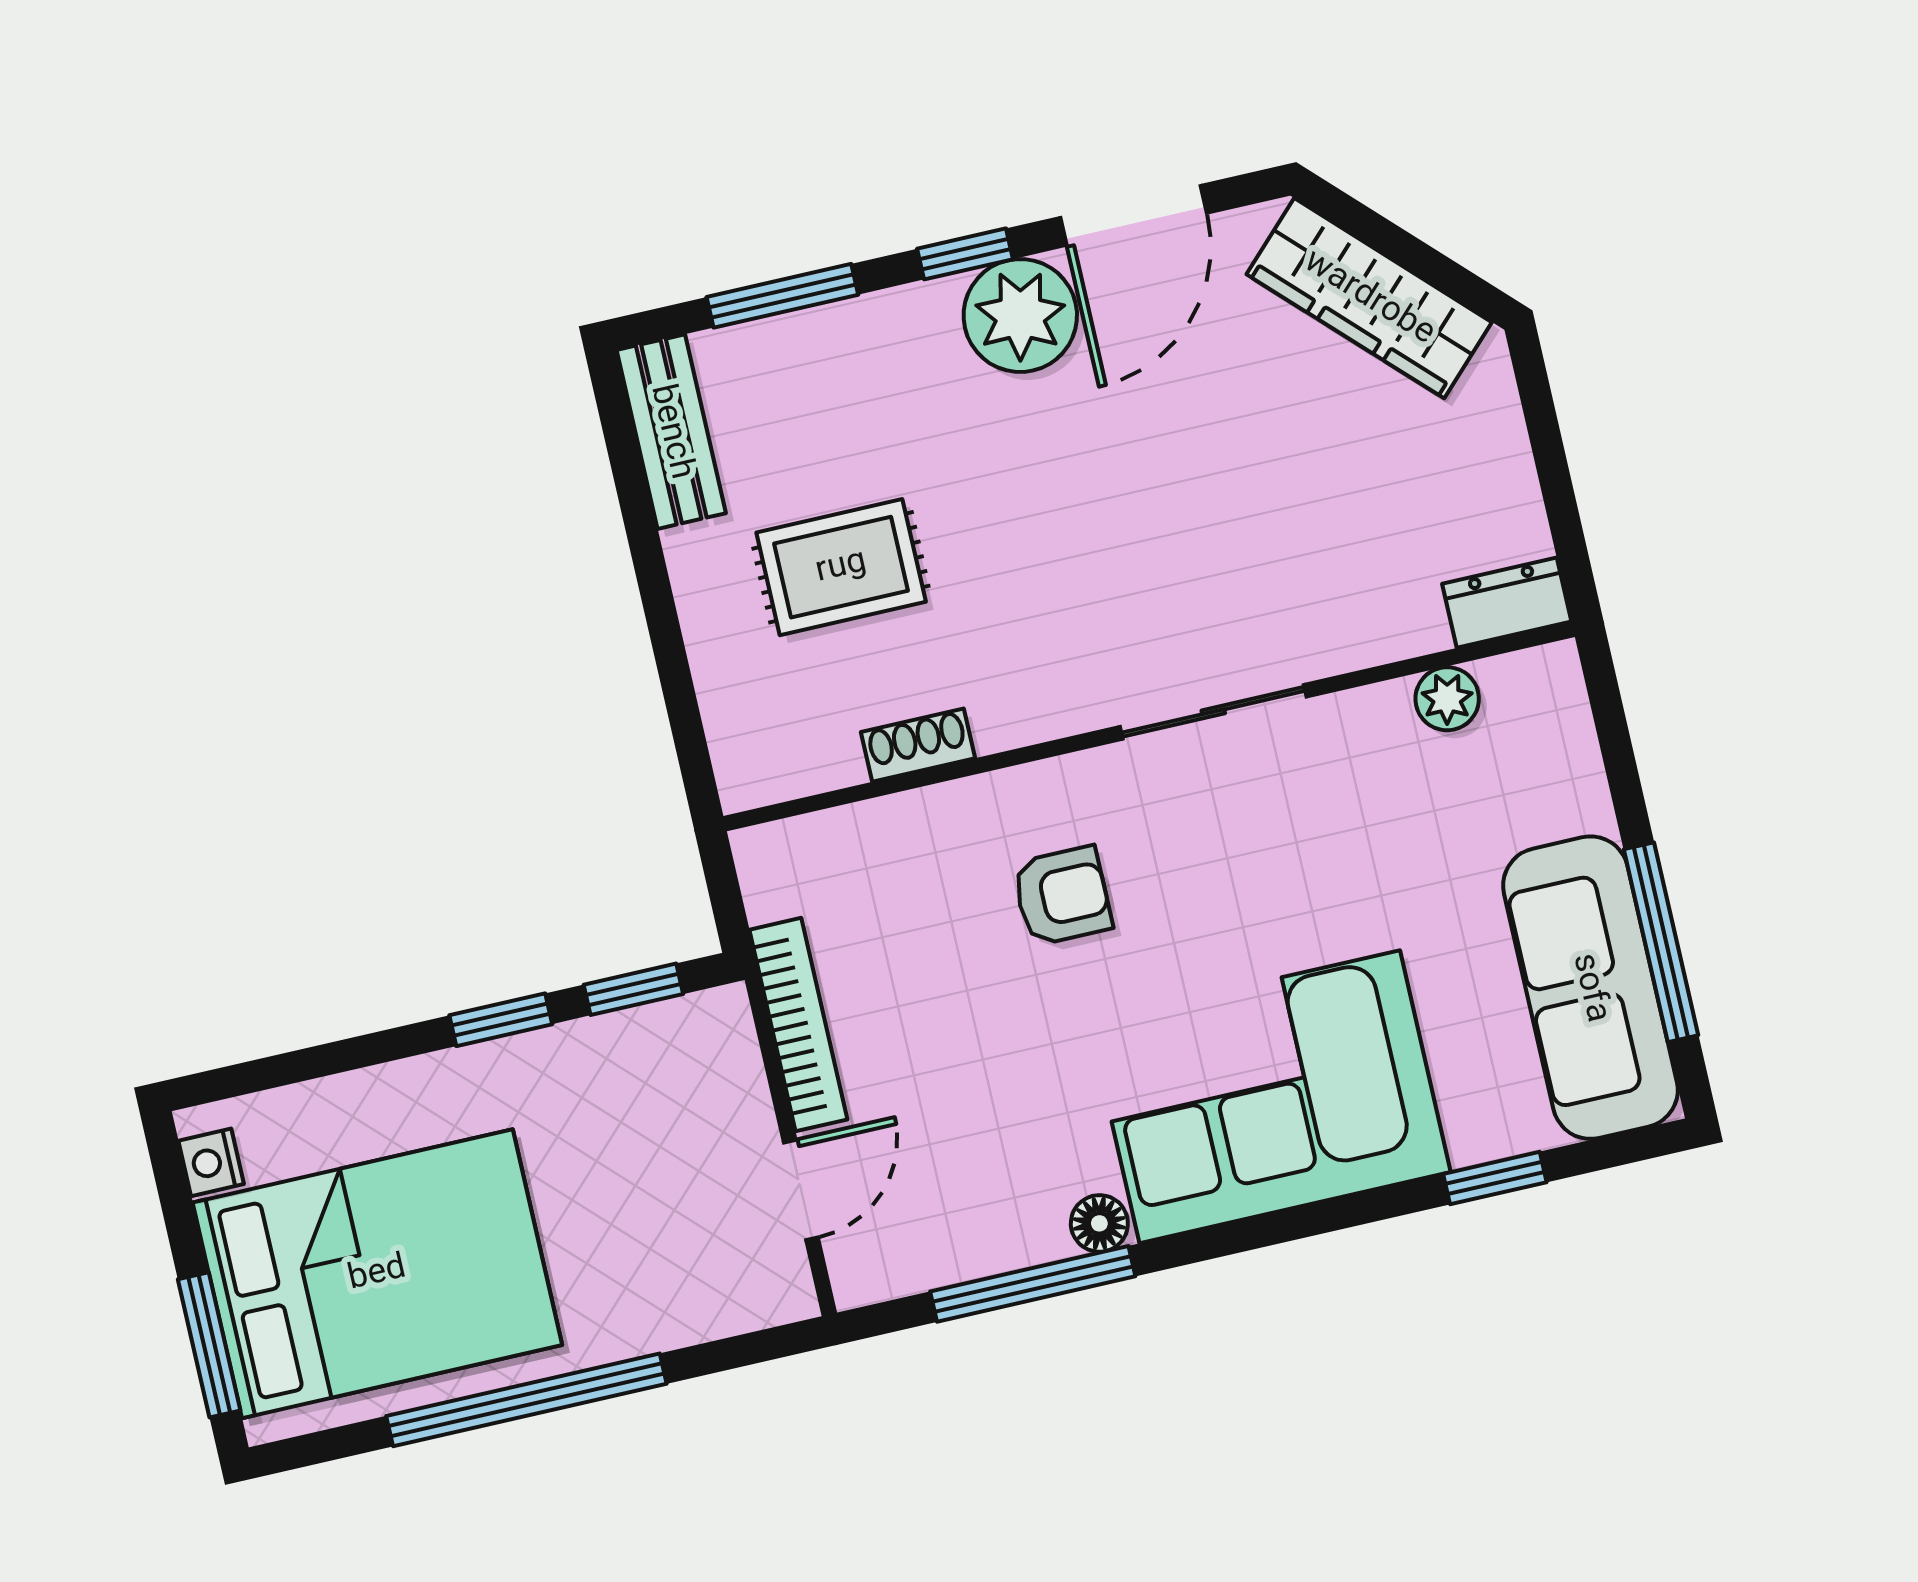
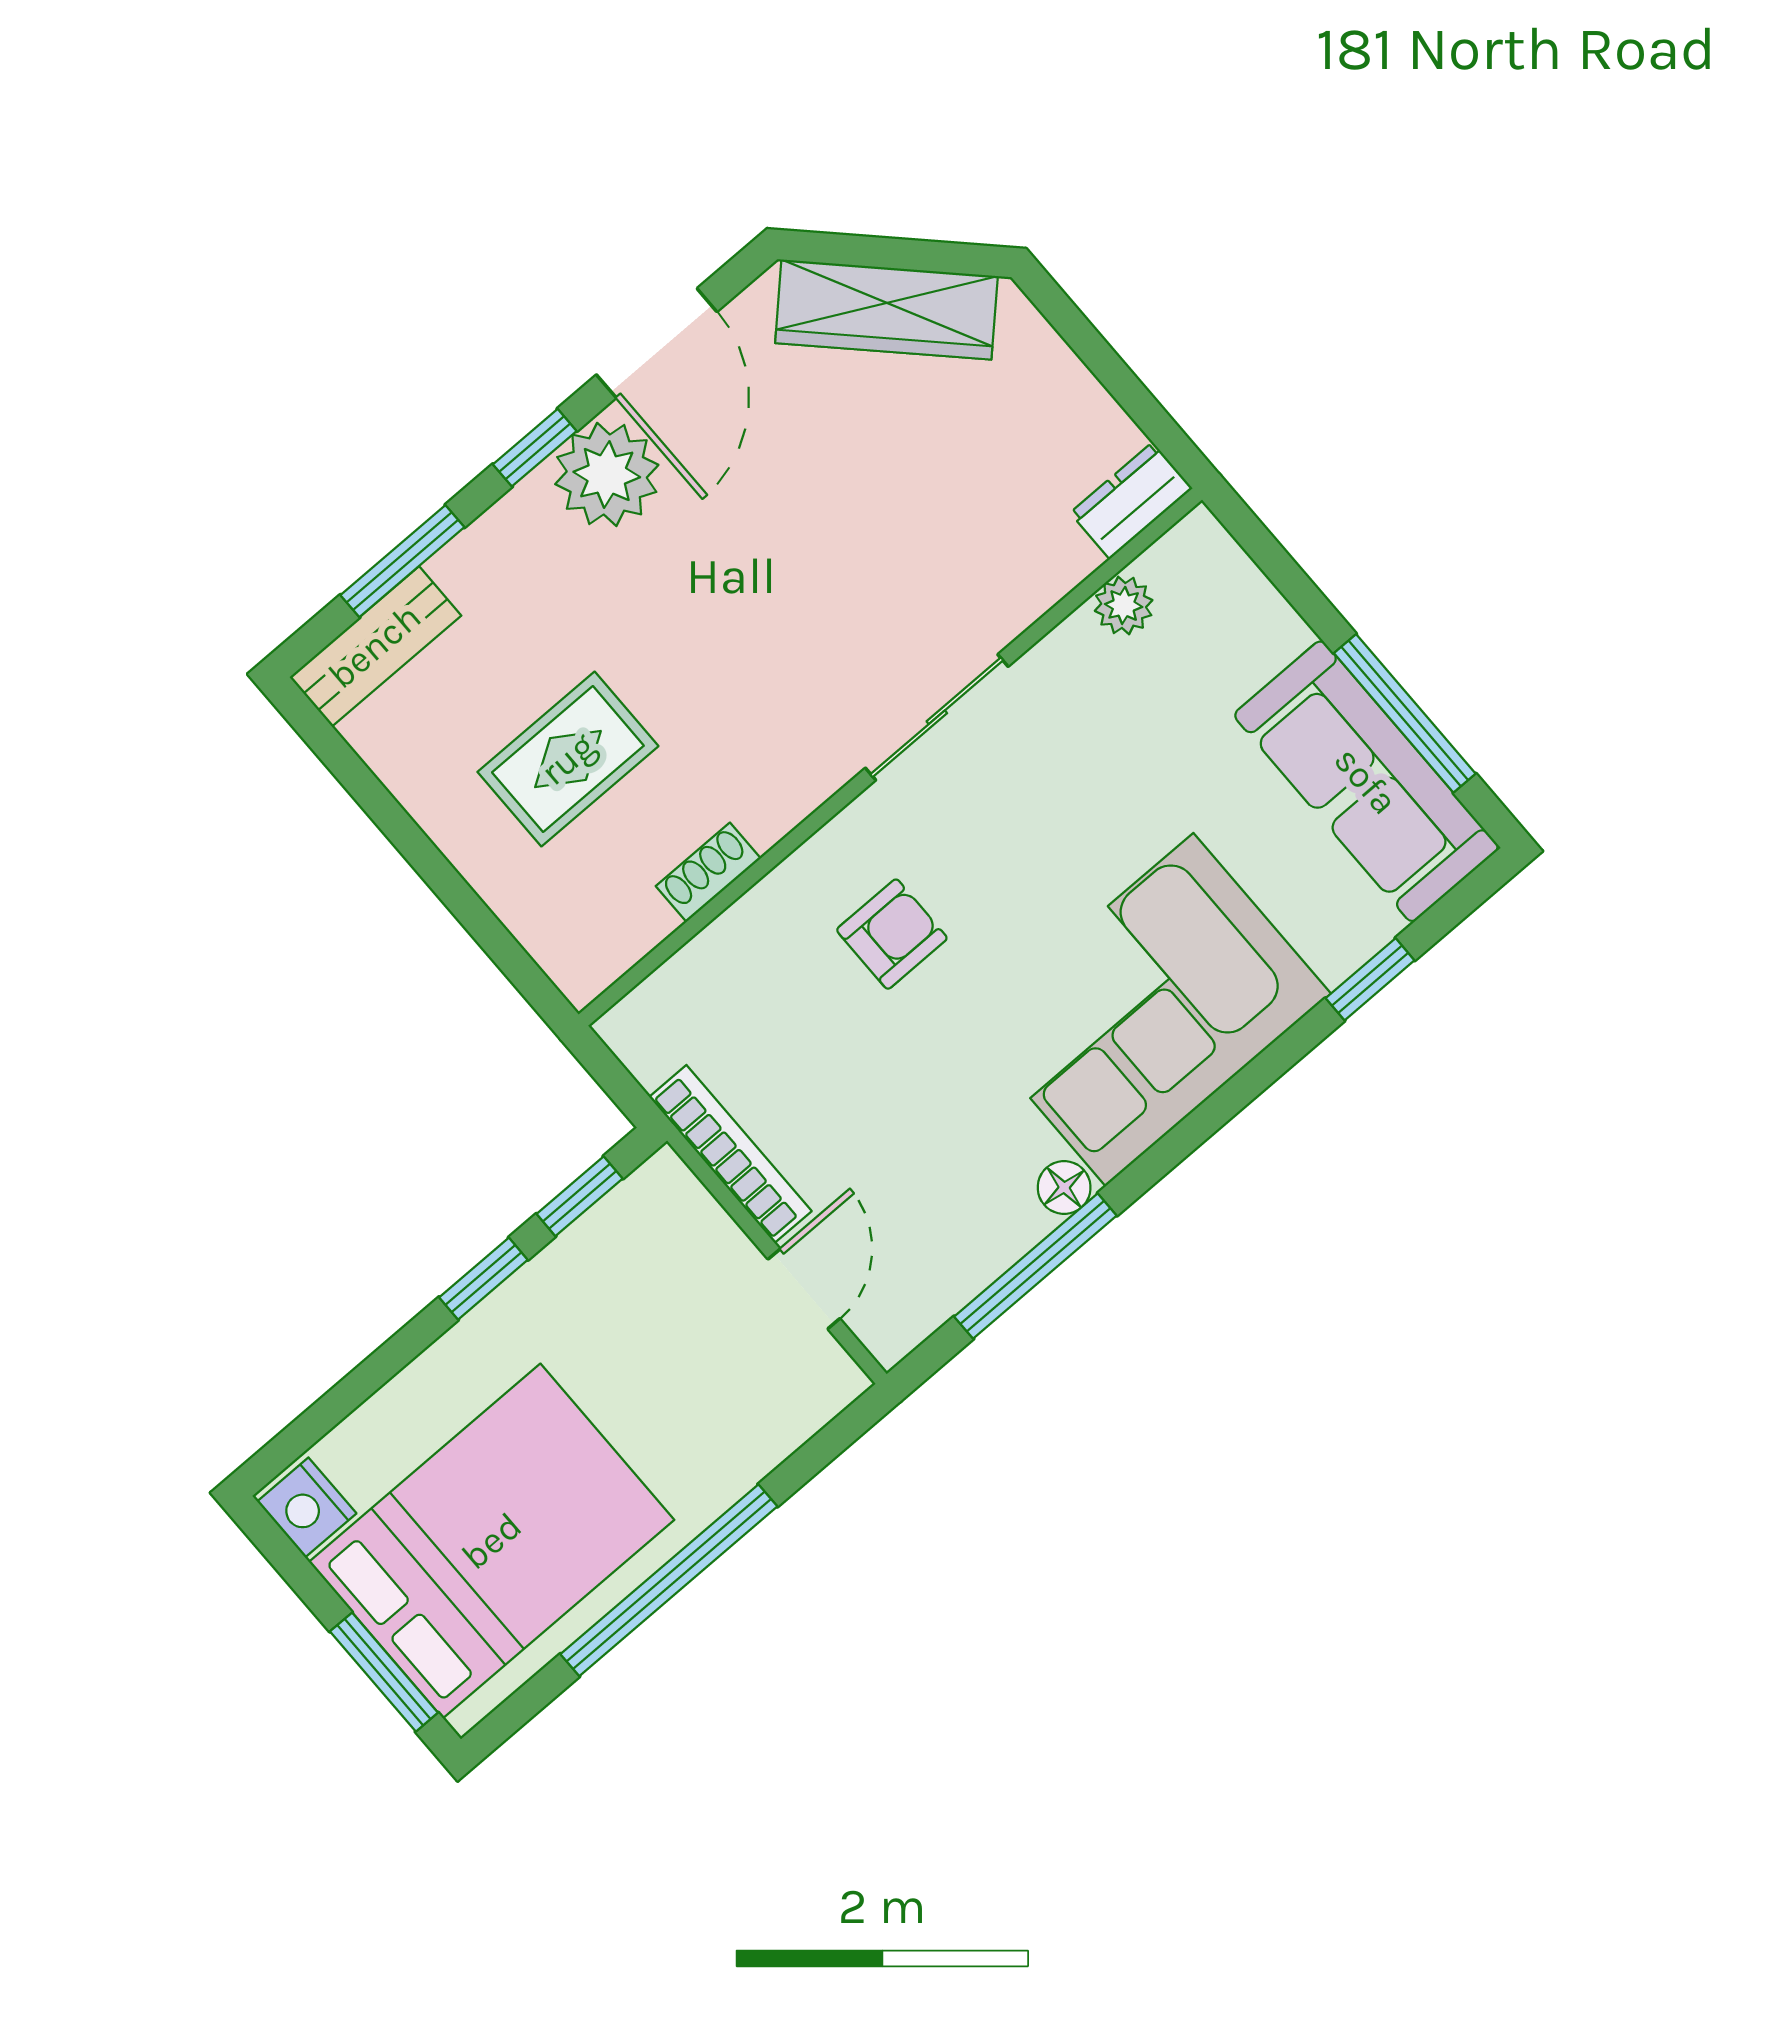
bench: (671, 432) -> (375, 646), moved, turned 90
nightstand: (211, 1162) -> (307, 1507), width x1.39, depth x1.35

